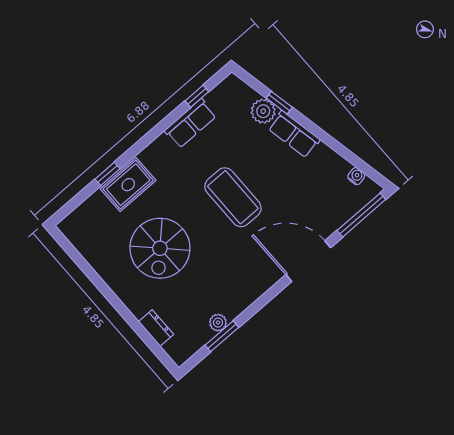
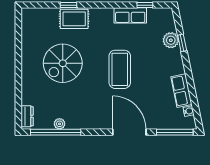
row of seats: (294, 134) -> (181, 91), moved
dresser: (156, 328) -> (27, 116), moved
window: (222, 336) -> (56, 132), width x2.11

